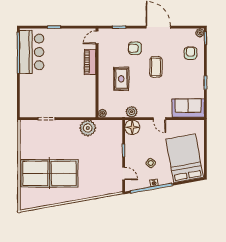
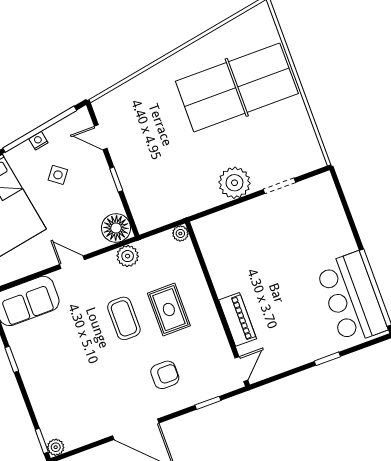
armchair: (191, 53) -> (59, 403), removed
coffee table: (156, 67) -> (124, 318), moved
plant: (88, 128) -> (235, 183), moved

